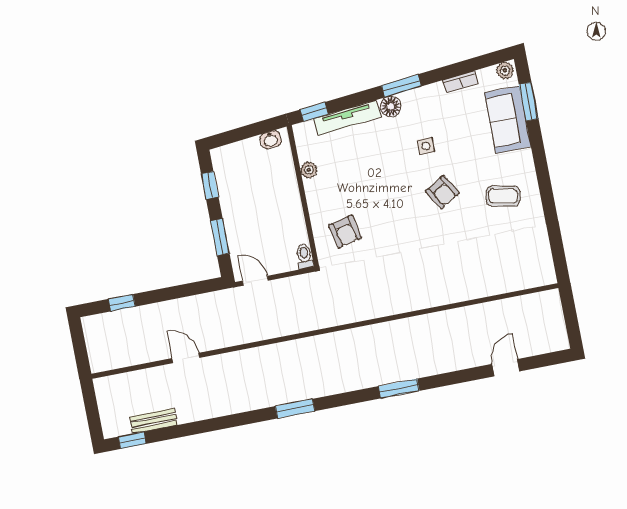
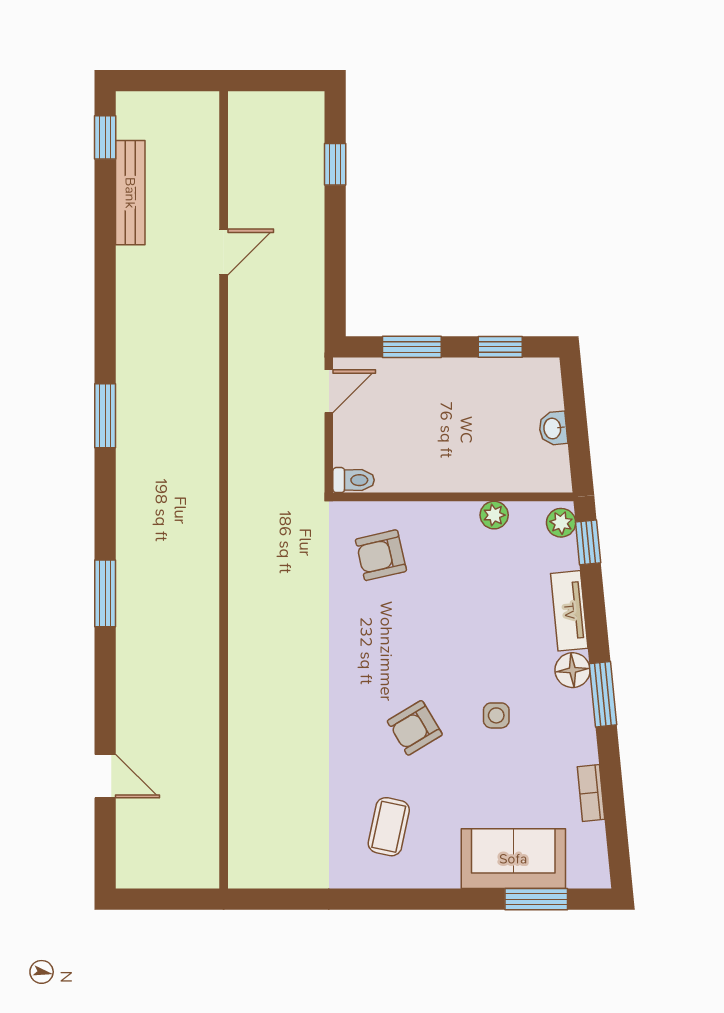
plant: (505, 71) -> (561, 523), moved
tv unit: (347, 118) -> (569, 611), width x0.71
washbasin: (271, 140) -> (553, 428), moved
bench: (153, 421) -> (130, 193), width x1.36

